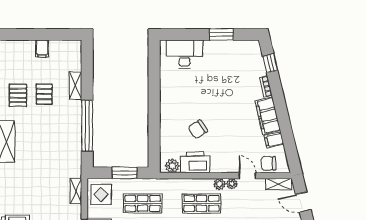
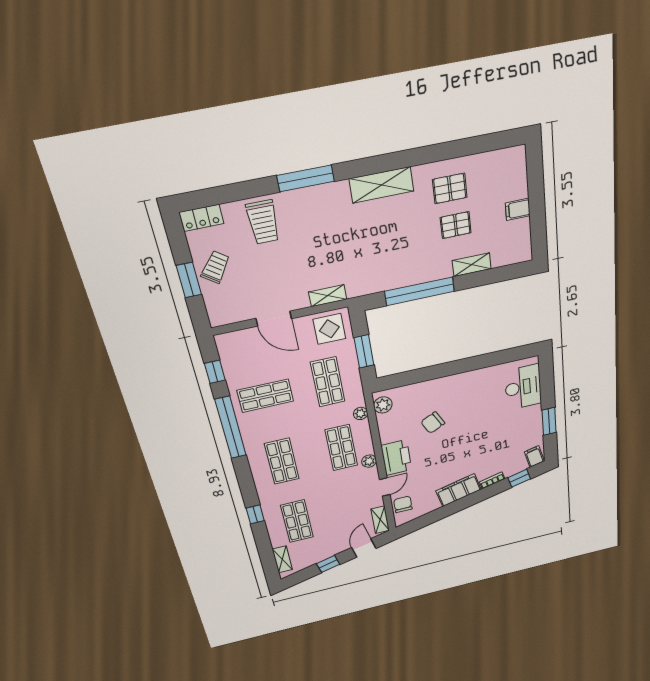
chair: (198, 129) -> (433, 423), turned -84
filing cabinet: (274, 140) -> (534, 457), moved
printer: (195, 162) -> (396, 458), moved
plant: (232, 184) -> (361, 413), moved

